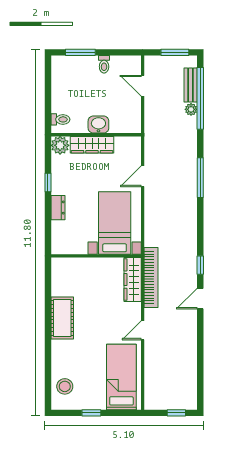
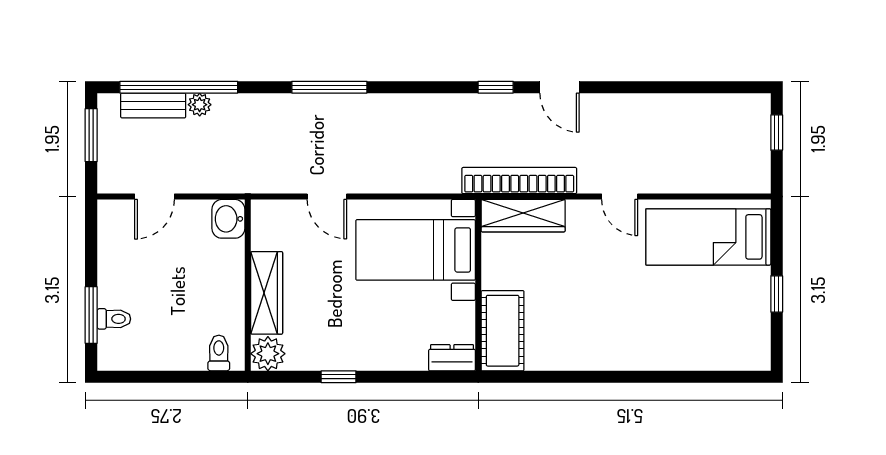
toilet: (104, 64) -> (114, 319), moved
washbasin: (98, 125) -> (228, 219), moved
dresser: (58, 208) -> (452, 358), moved
cot: (62, 318) -> (503, 331), moved, turned 90
stool: (65, 386) -> (726, 345), removed

